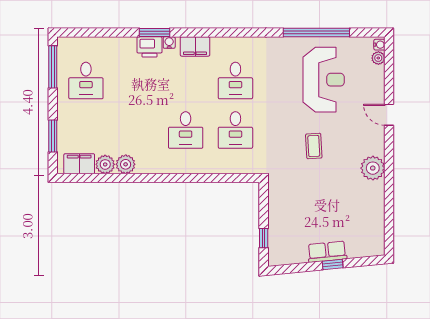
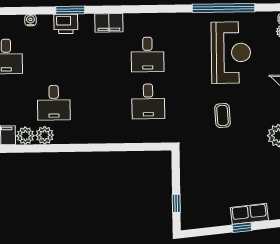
water cooler: (169, 43) -> (30, 20), moved
desk: (186, 130) -> (54, 103), moved
row of seats: (327, 252) -> (249, 214), moved

